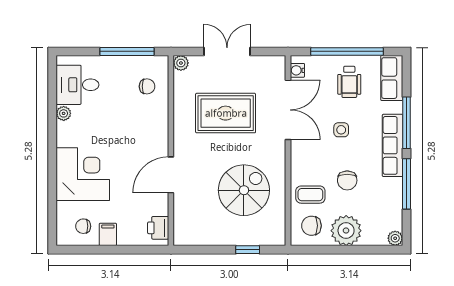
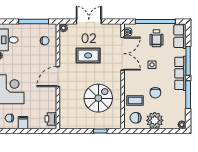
rug: (226, 113) -> (88, 55), width x0.73, depth x0.70
door: (171, 175) -> (58, 77), moved

